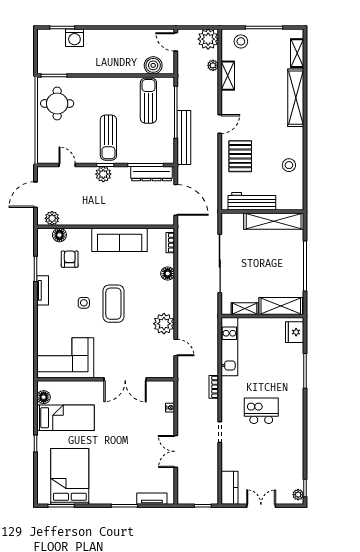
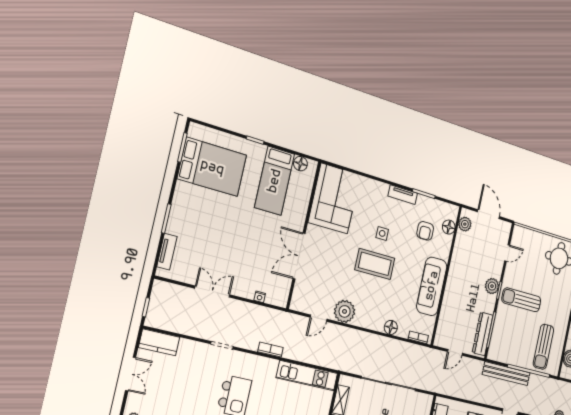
sun lounger: (148, 101) -> (543, 347), turned 90
door: (176, 200) -> (455, 352), width x0.53
armchair: (70, 259) -> (425, 231), turned 90

